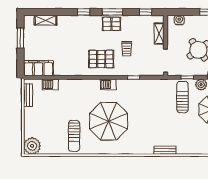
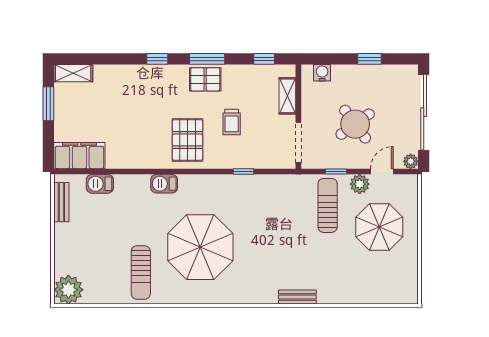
shelving: (45, 20) -> (73, 73), moved
pallet: (101, 59) -> (188, 140), turned 90
barbecue: (108, 84) -> (164, 184), moved

